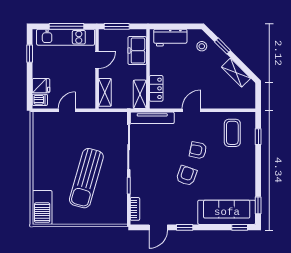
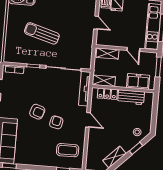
workbench: (170, 38) -> (131, 97), moved, turned -90
sun lounger: (86, 178) -> (42, 33), width x0.73, depth x0.75

